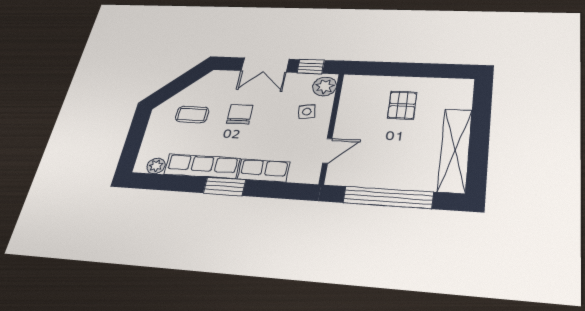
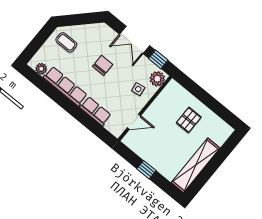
coffee table: (192, 114) -> (66, 42), moved
window: (224, 186) -> (70, 107), removed
window: (388, 197) -> (146, 170), width x0.32

